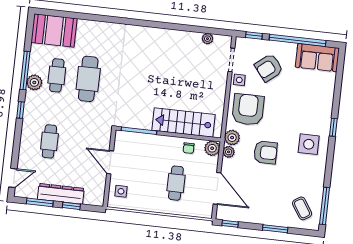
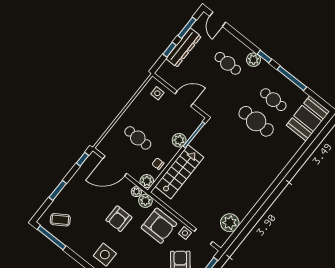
plant: (207, 39) -> (230, 223), width x1.88, depth x1.88
plant: (34, 82) -> (253, 60), moved
plant: (153, 142) -> (179, 140), added

